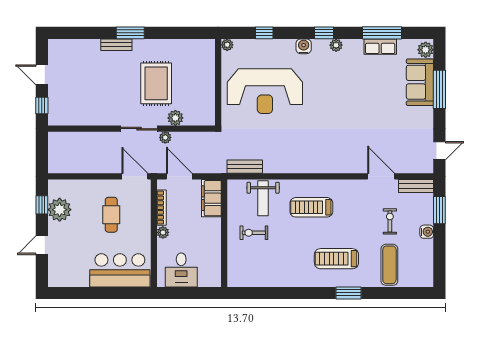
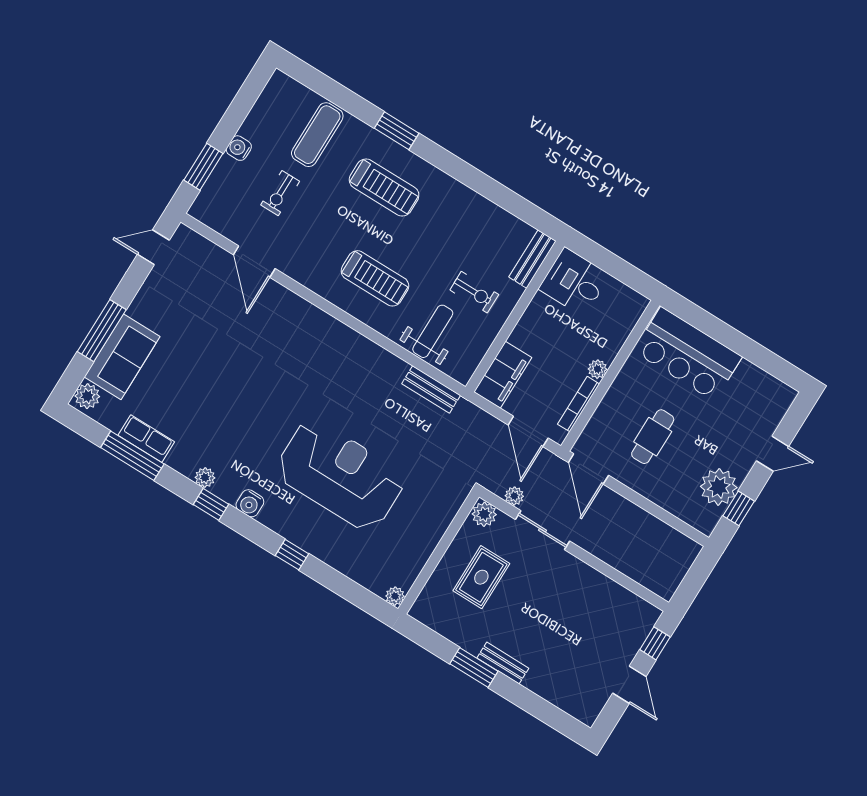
plant: (227, 45) -> (395, 596), moved
wall: (218, 82) -> (439, 553), moved
rug: (156, 83) -> (481, 577), width x0.73, depth x0.70
bench: (416, 186) -> (532, 259), moved, turned 90
desk: (181, 270) -> (574, 282), moved, turned -90

